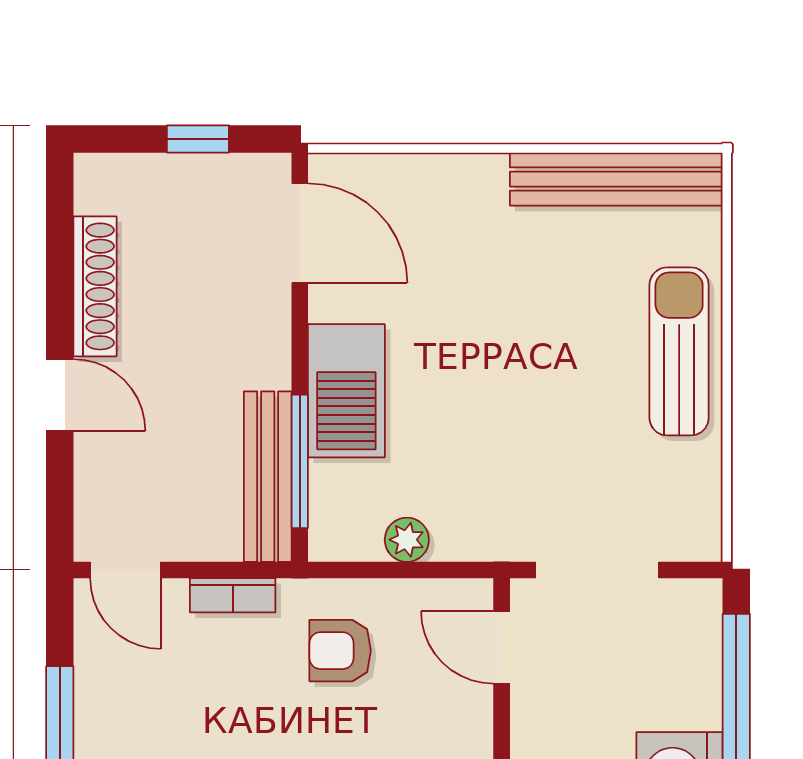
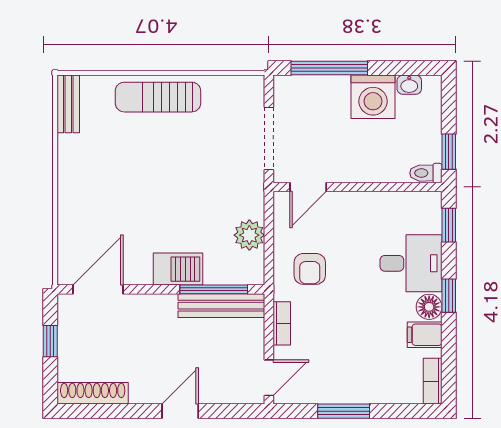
bench: (616, 179) -> (68, 104), width x0.54, depth x0.82
shoe rack: (95, 286) -> (93, 393), moved
barbecue: (346, 391) -> (178, 269), width x0.73, depth x0.83
plant: (407, 540) -> (249, 235), width x1.38, depth x1.38

